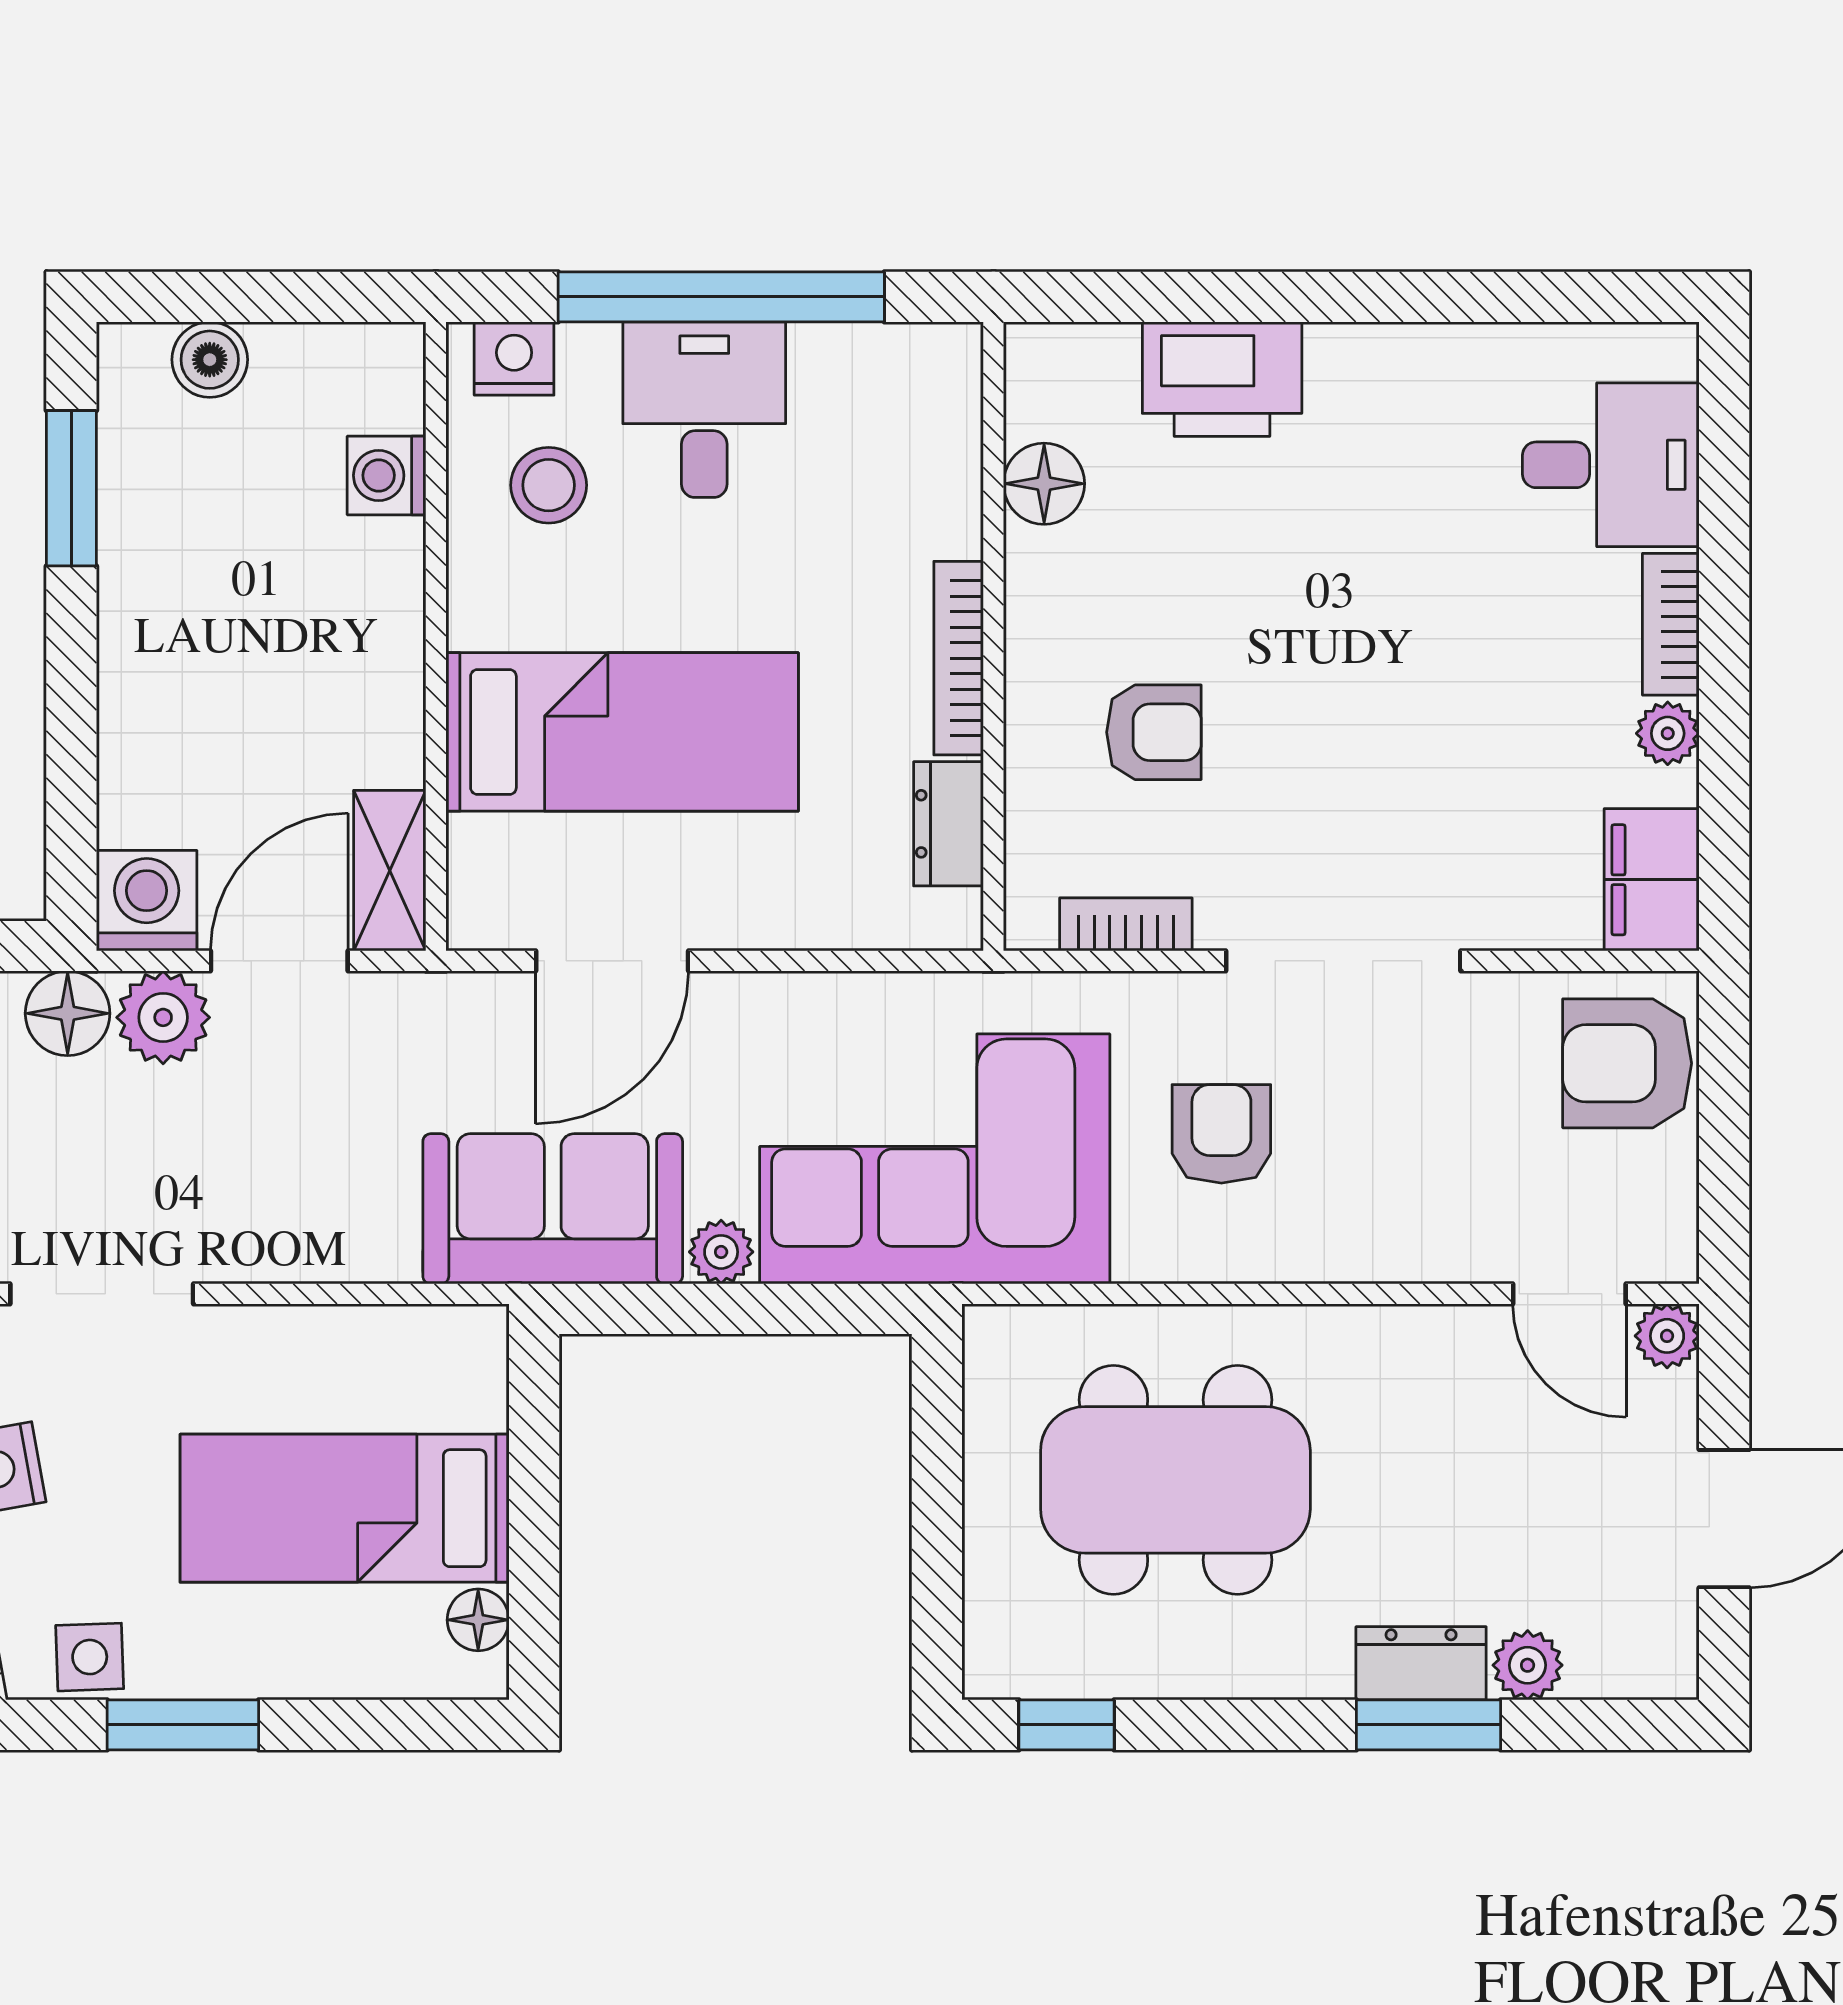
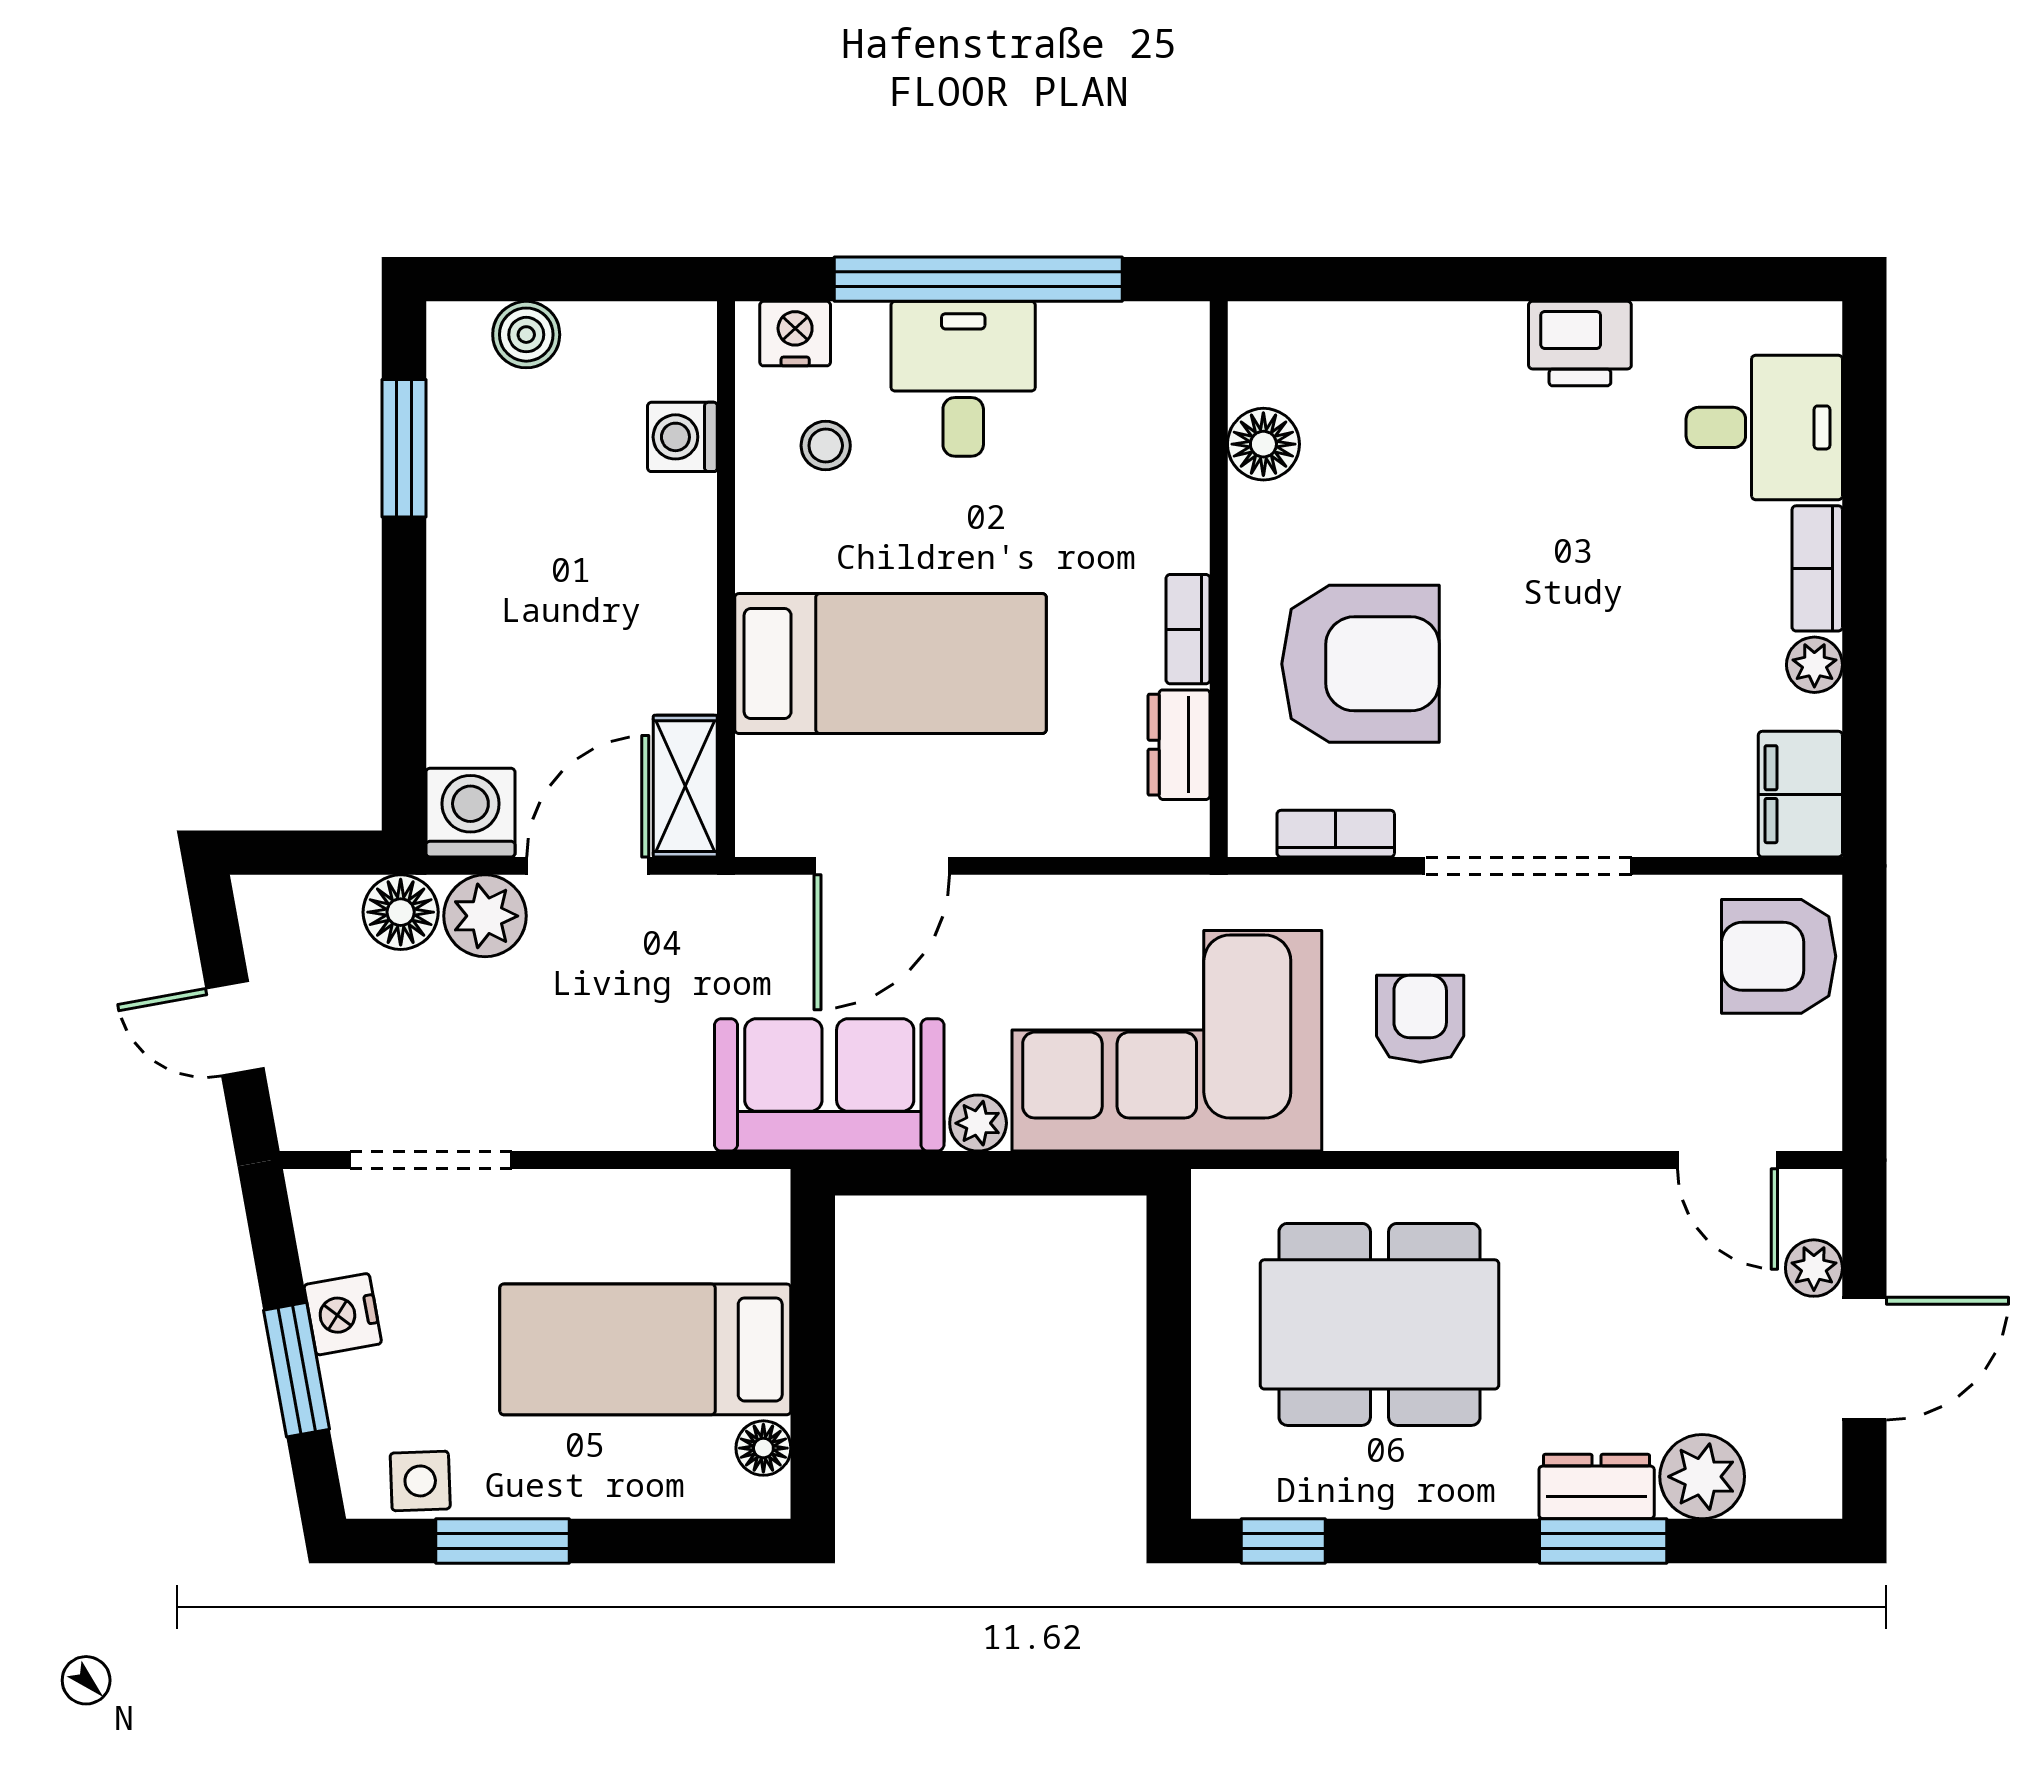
printer: (1222, 379) -> (1580, 344), moved, width x0.73, depth x0.84
stool: (549, 485) -> (826, 446), width x0.73, depth x0.73
bookcase: (959, 658) -> (1188, 629), width x0.64
armchair: (1154, 732) -> (1360, 664), width x1.88, depth x1.88
plant: (1667, 1336) -> (1814, 1268), moved
plant: (1528, 1665) -> (1702, 1477), width x1.38, depth x1.38

